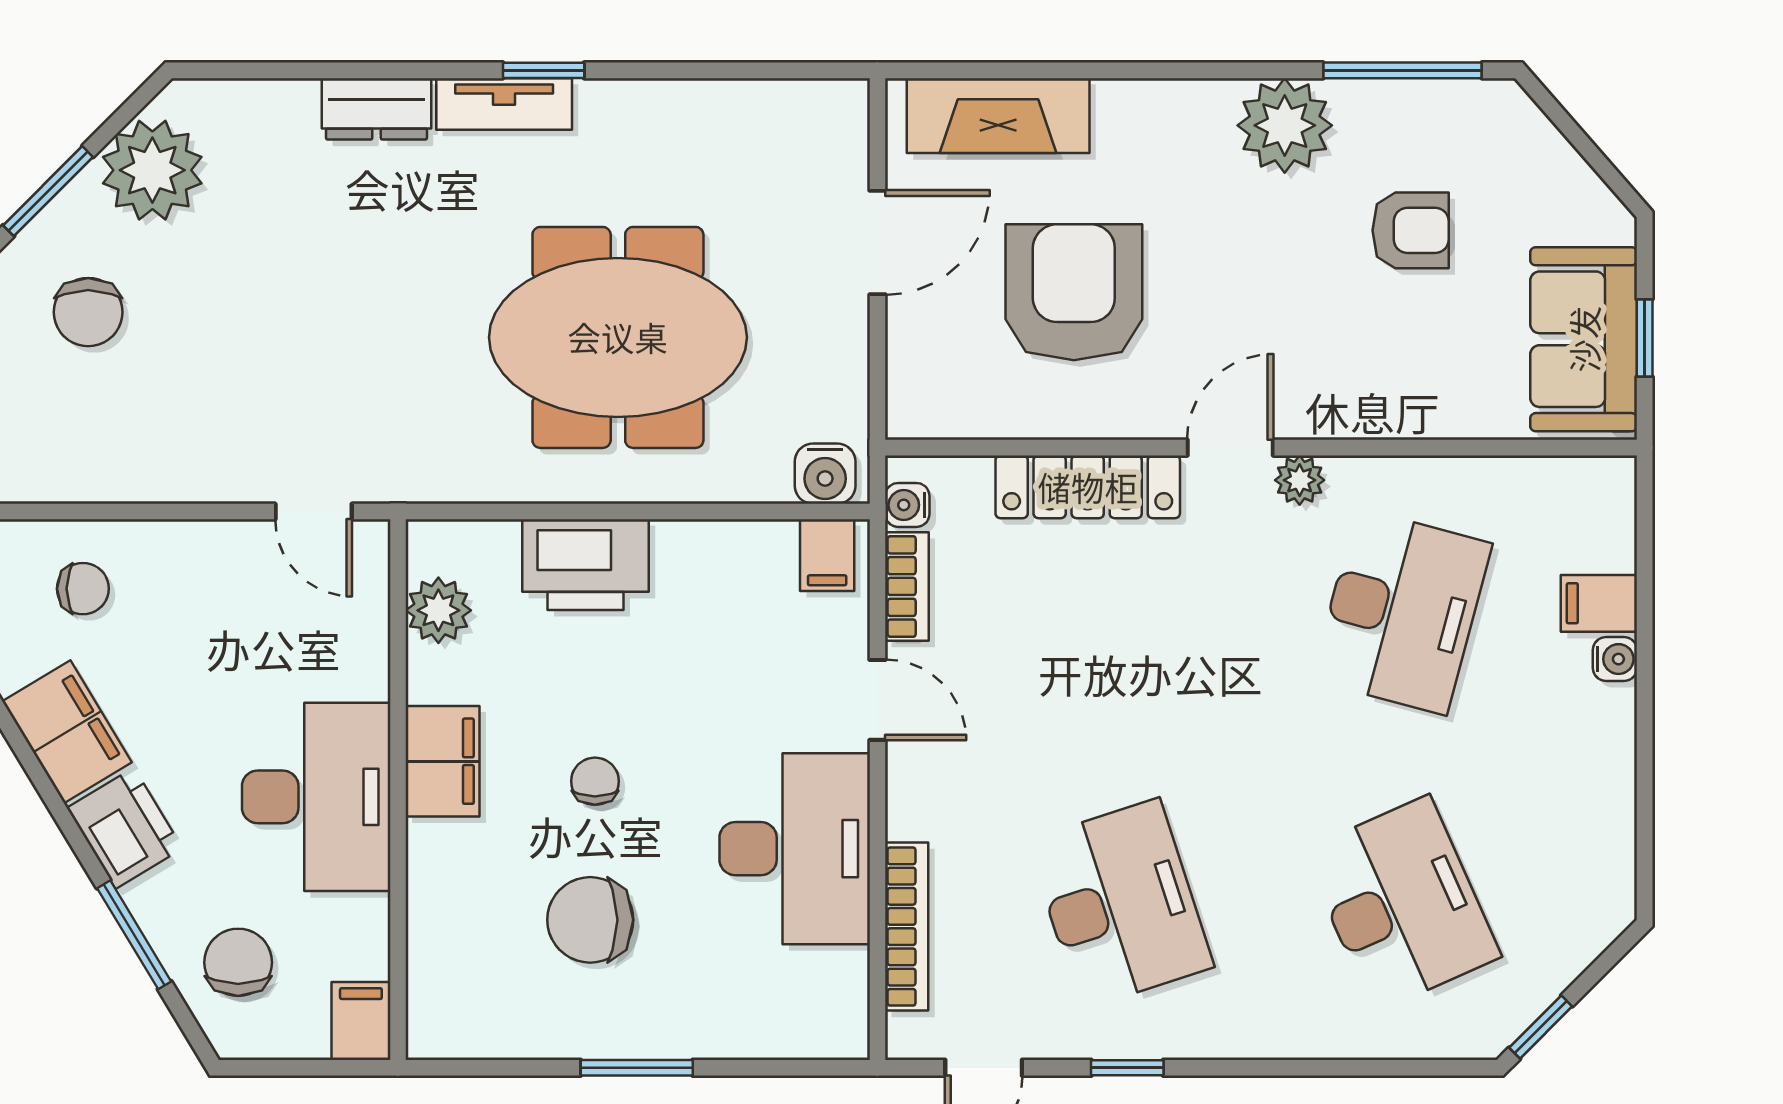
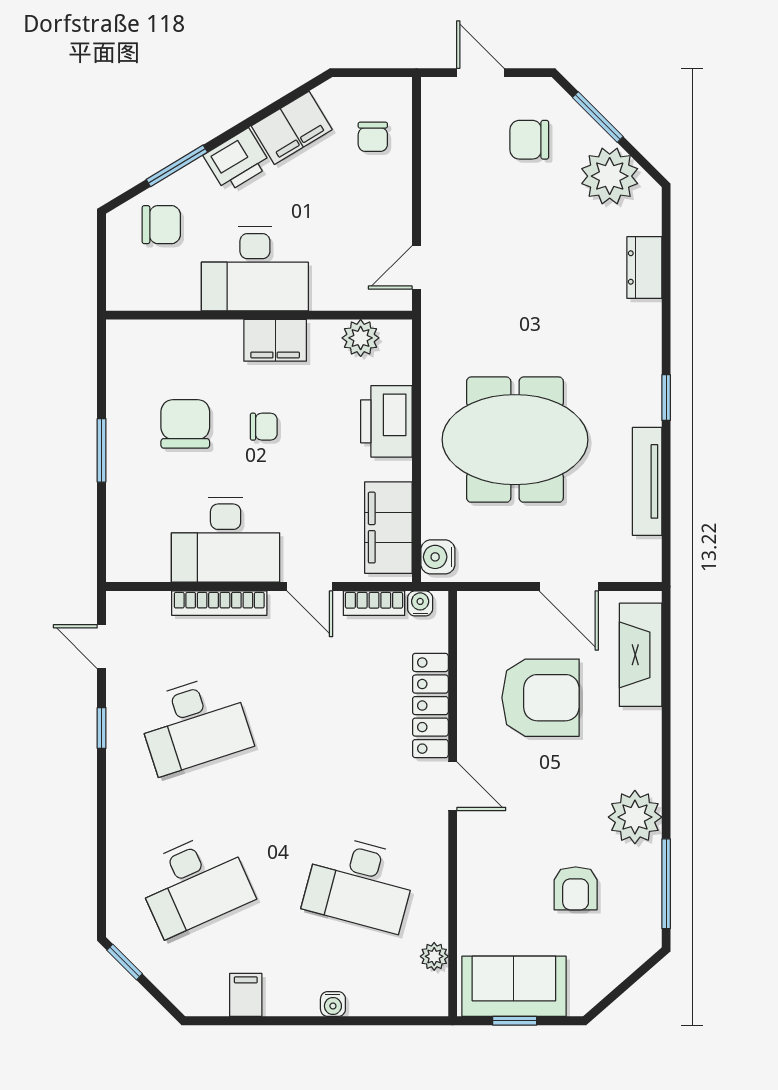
tv unit: (504, 104) -> (647, 481), moved, width x1.41
dresser: (377, 109) -> (644, 267), moved
meeting table: (618, 337) -> (515, 440), turned 90
plant: (1300, 480) -> (434, 956), moved
filing cabinet: (827, 555) -> (388, 528), width x3.00, depth x1.17
filing cabinet: (1599, 603) -> (246, 995), moved
door: (877, 700) -> (310, 587), hinge flipped
bookcase: (907, 927) -> (219, 603), moved
filing cabinet: (361, 1021) -> (128, 294), removed

